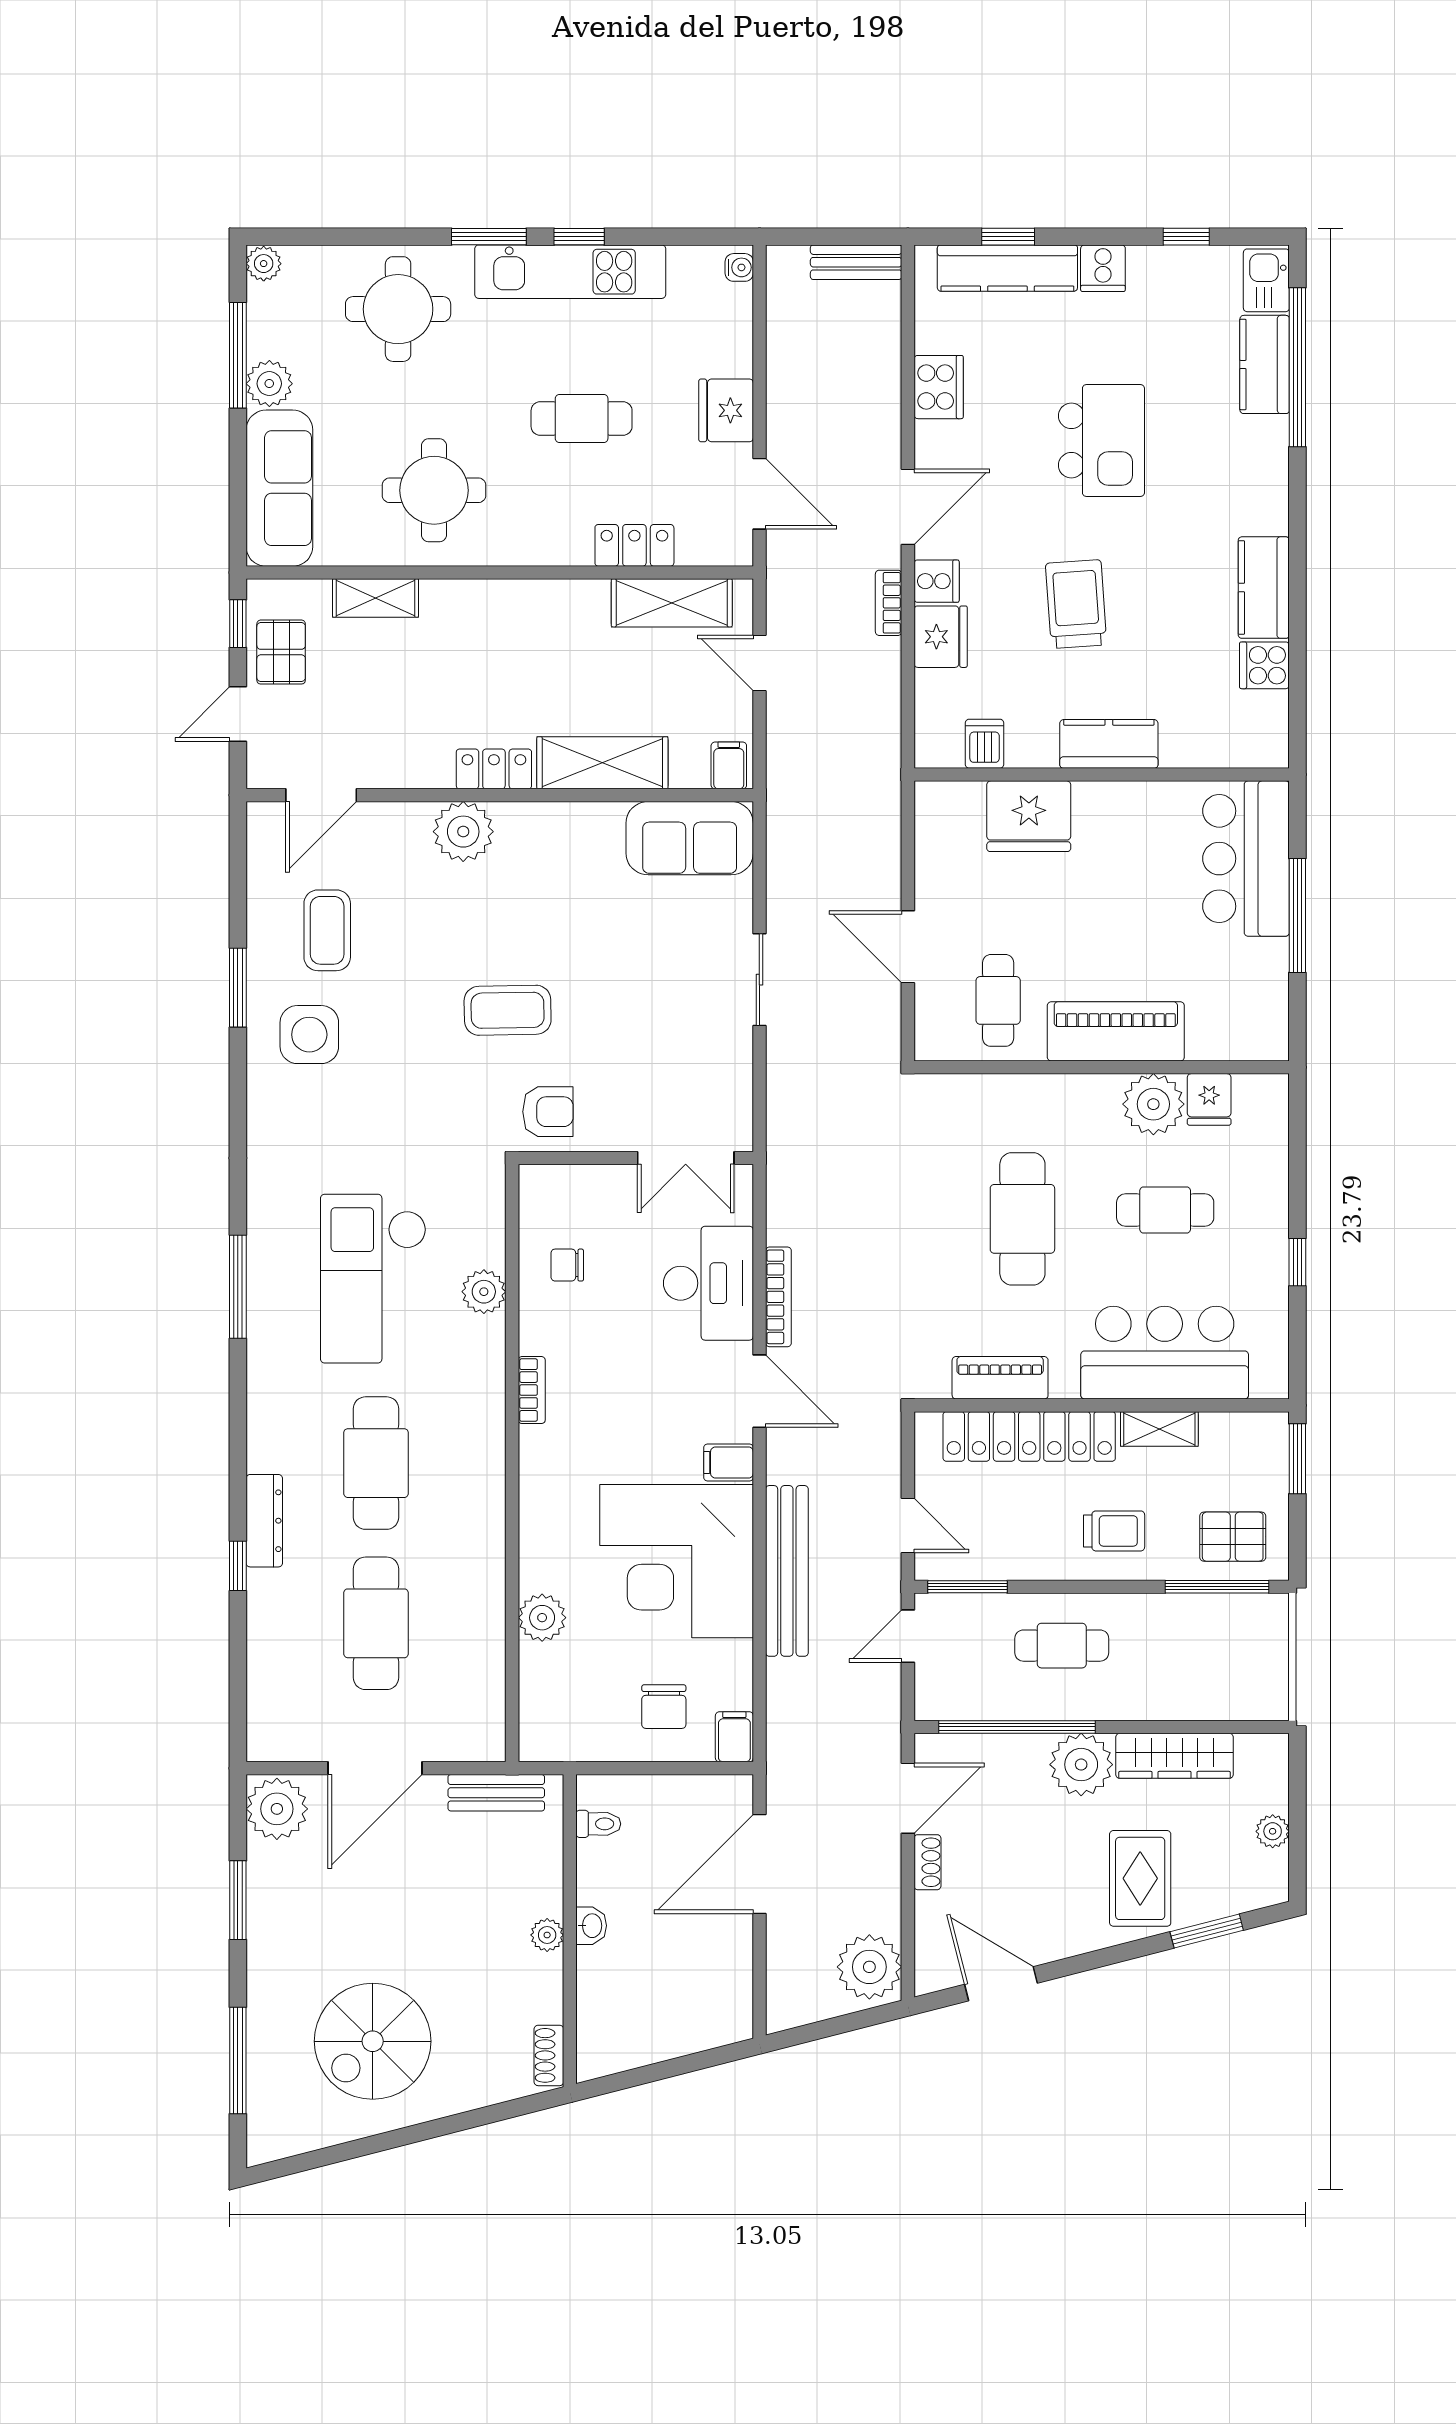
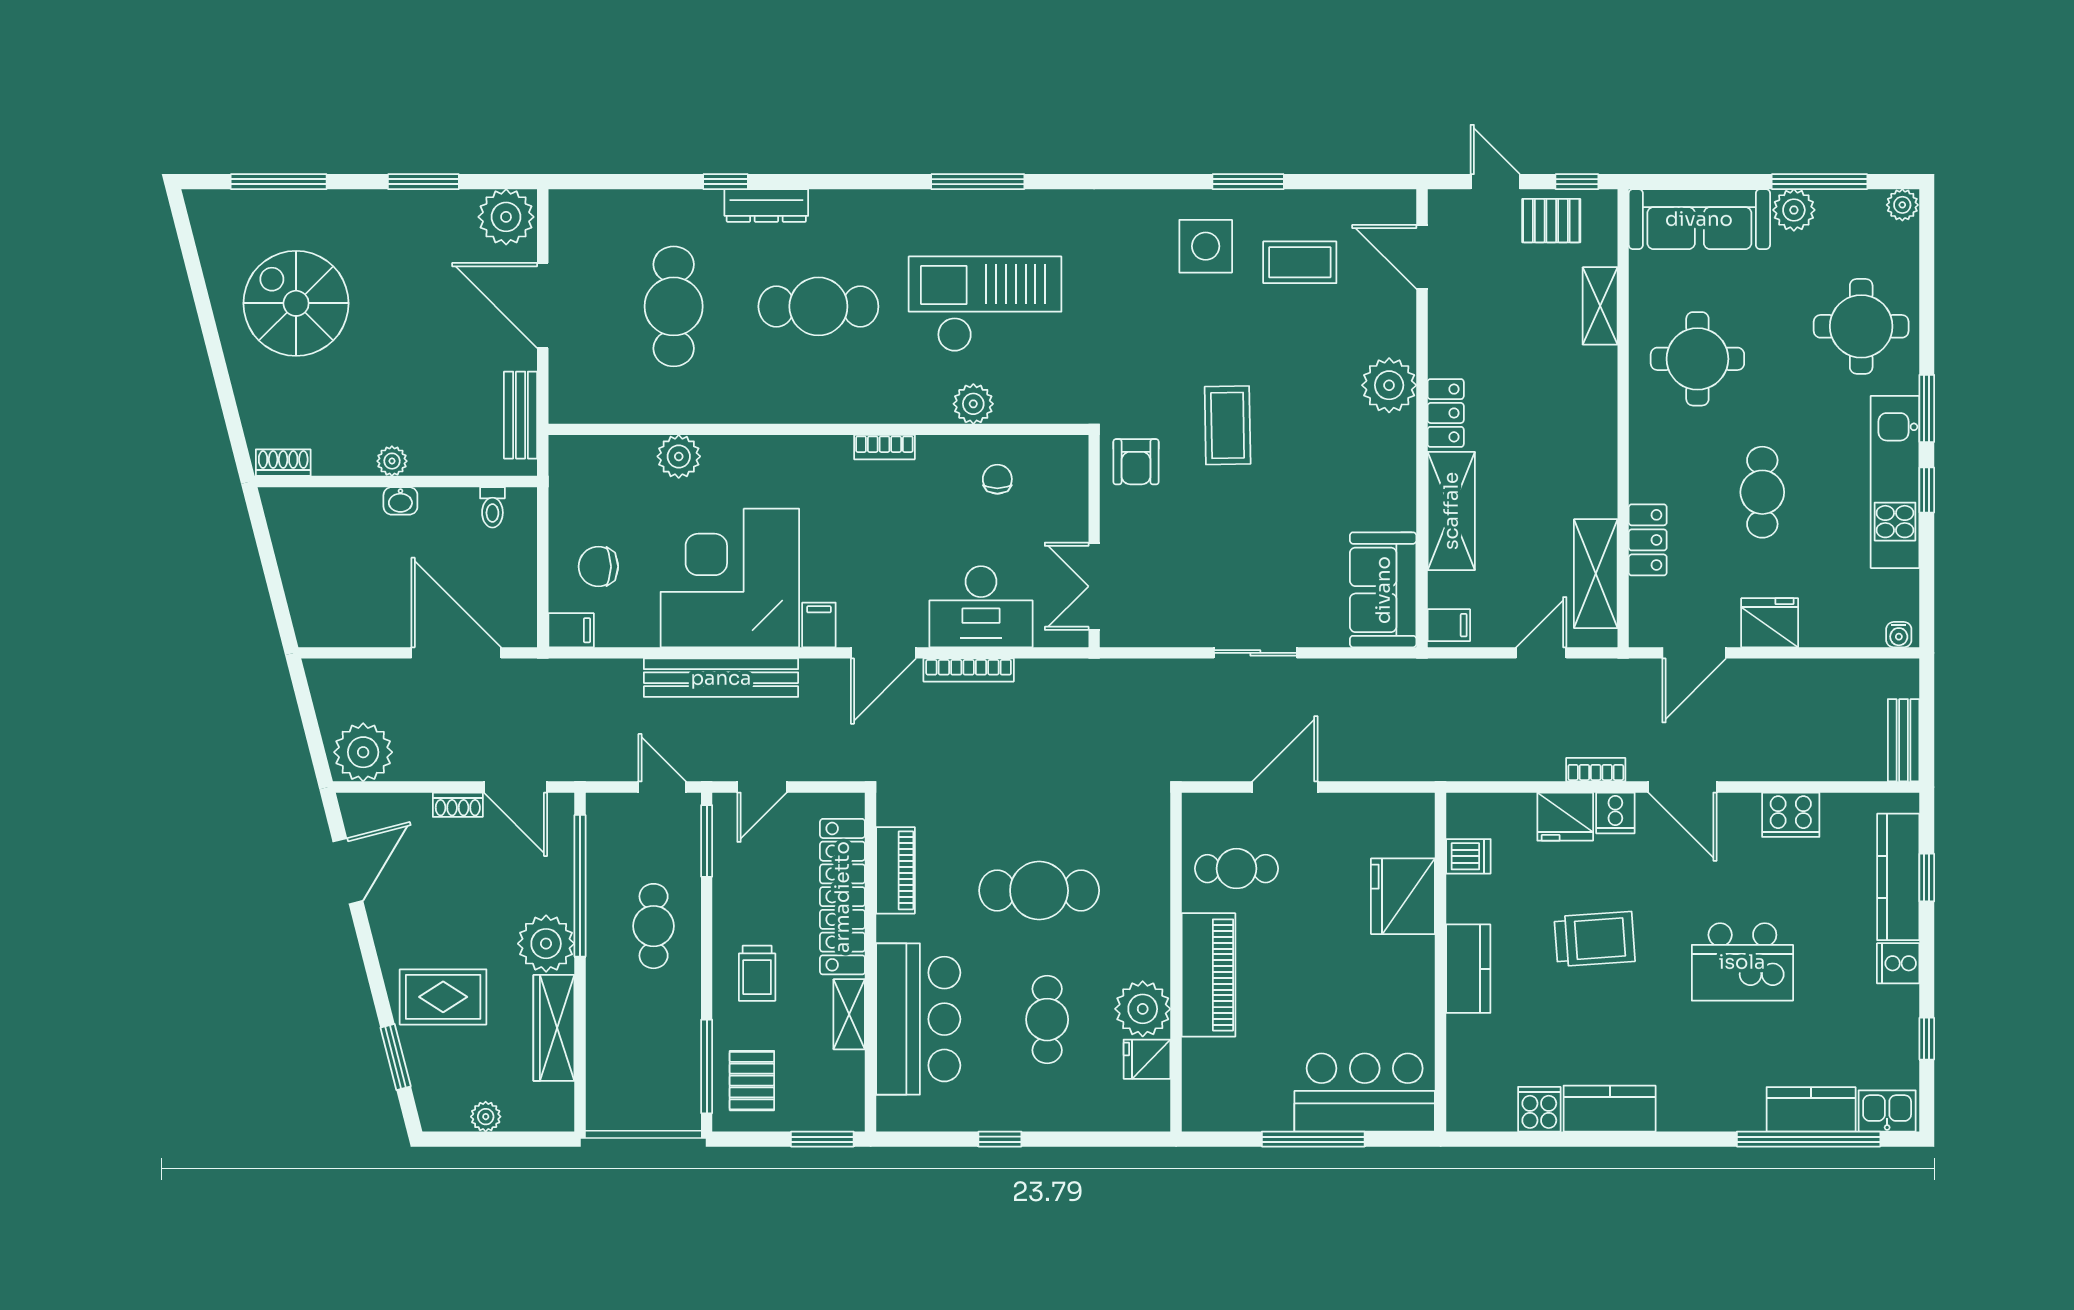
cafe table: (376, 1623) -> (674, 306), turned 90

